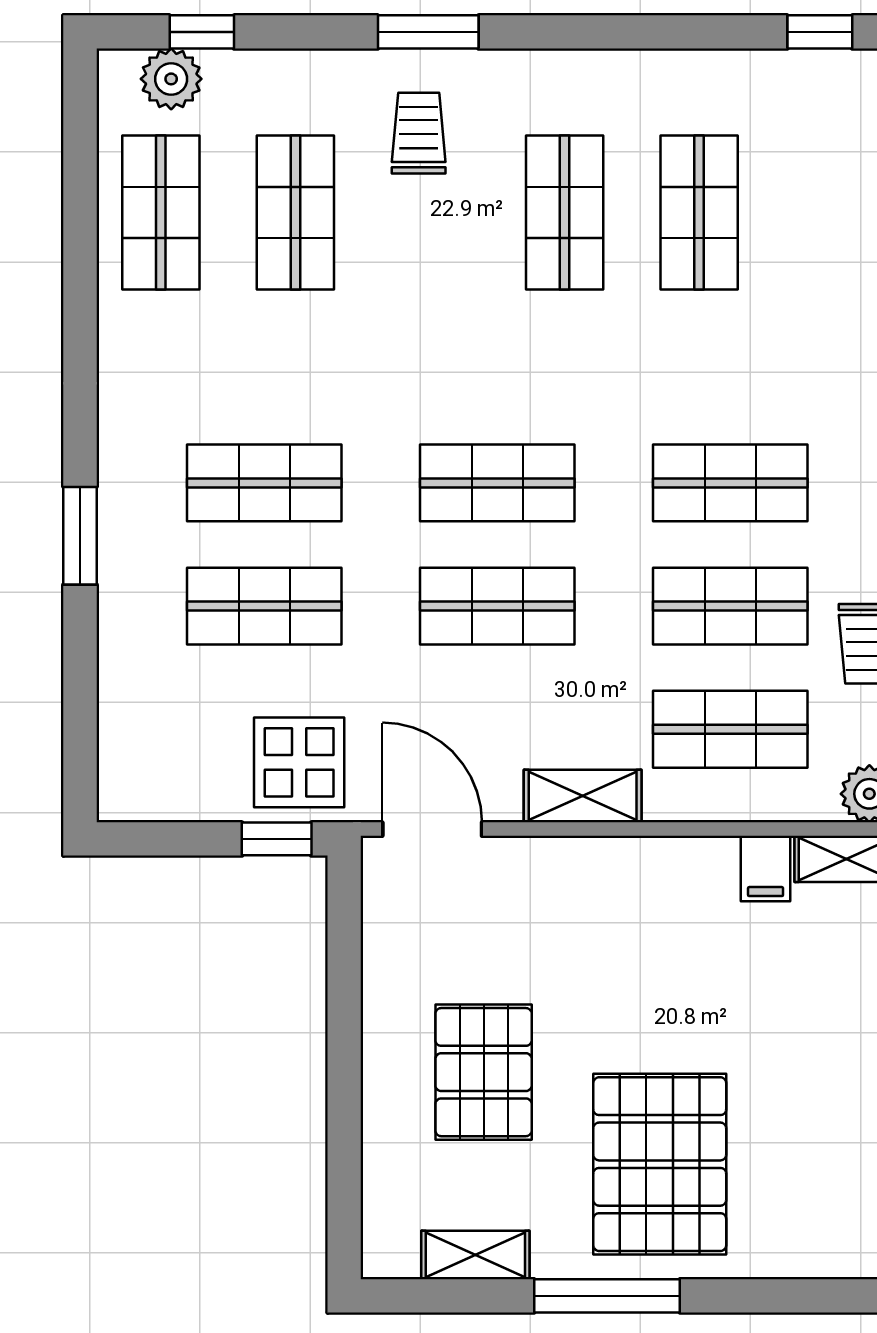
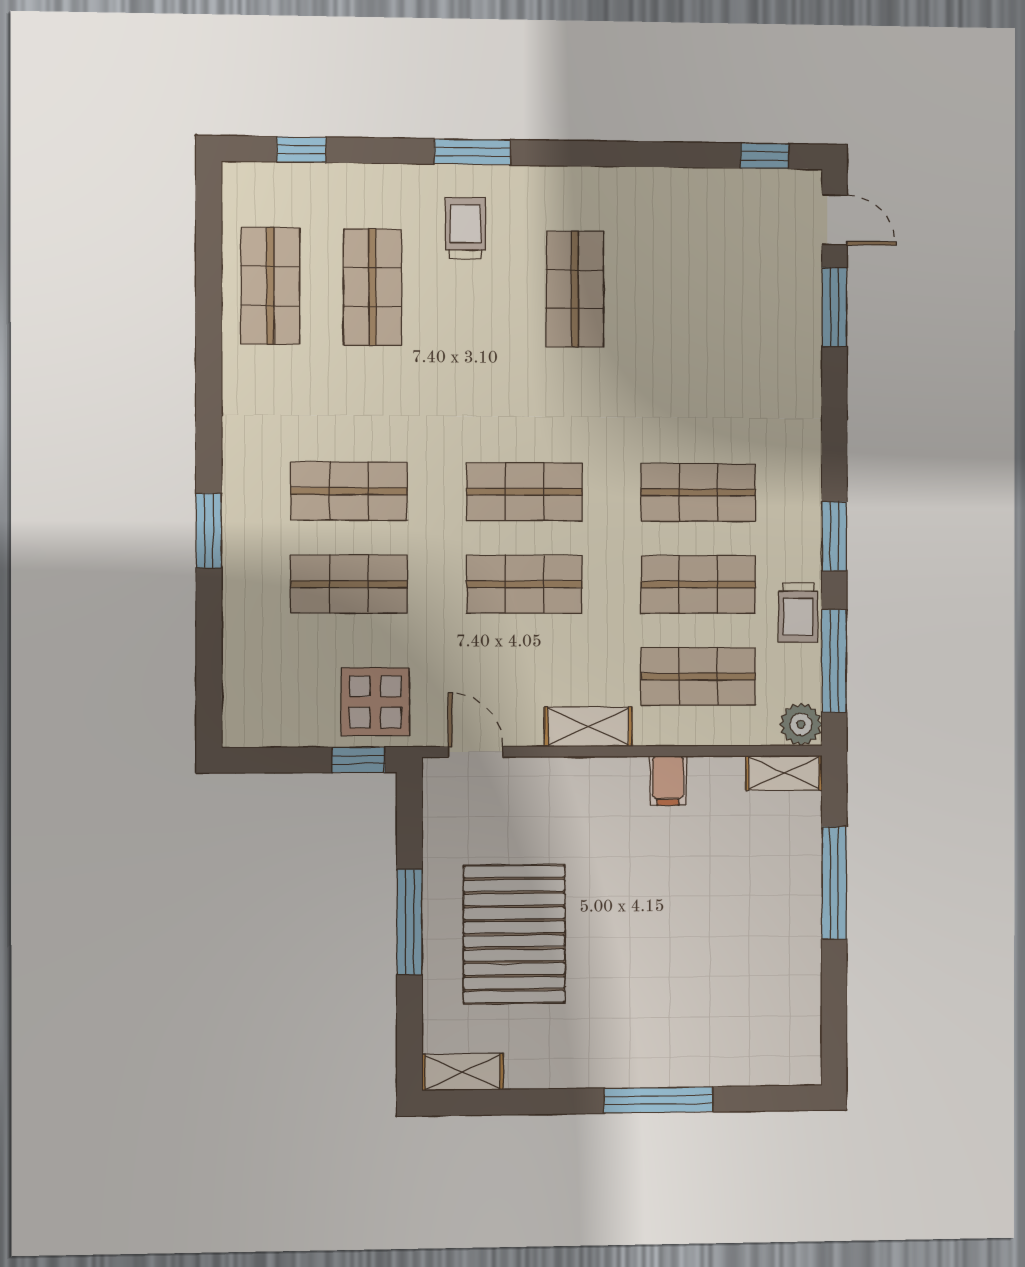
plant: (171, 79) -> (278, 185), removed
shop shelf: (699, 213) -> (675, 290), removed
door: (432, 829) -> (476, 752), width x0.73
filing cabinet: (766, 869) -> (668, 781), moved
window: (344, 1055) -> (409, 922), added
pallet: (484, 1072) -> (514, 934), width x1.37, depth x1.41
pallet: (660, 1164) -> (646, 1002), removed
shelving: (475, 1255) -> (463, 1072), moved
window: (607, 1296) -> (659, 1100), moved

